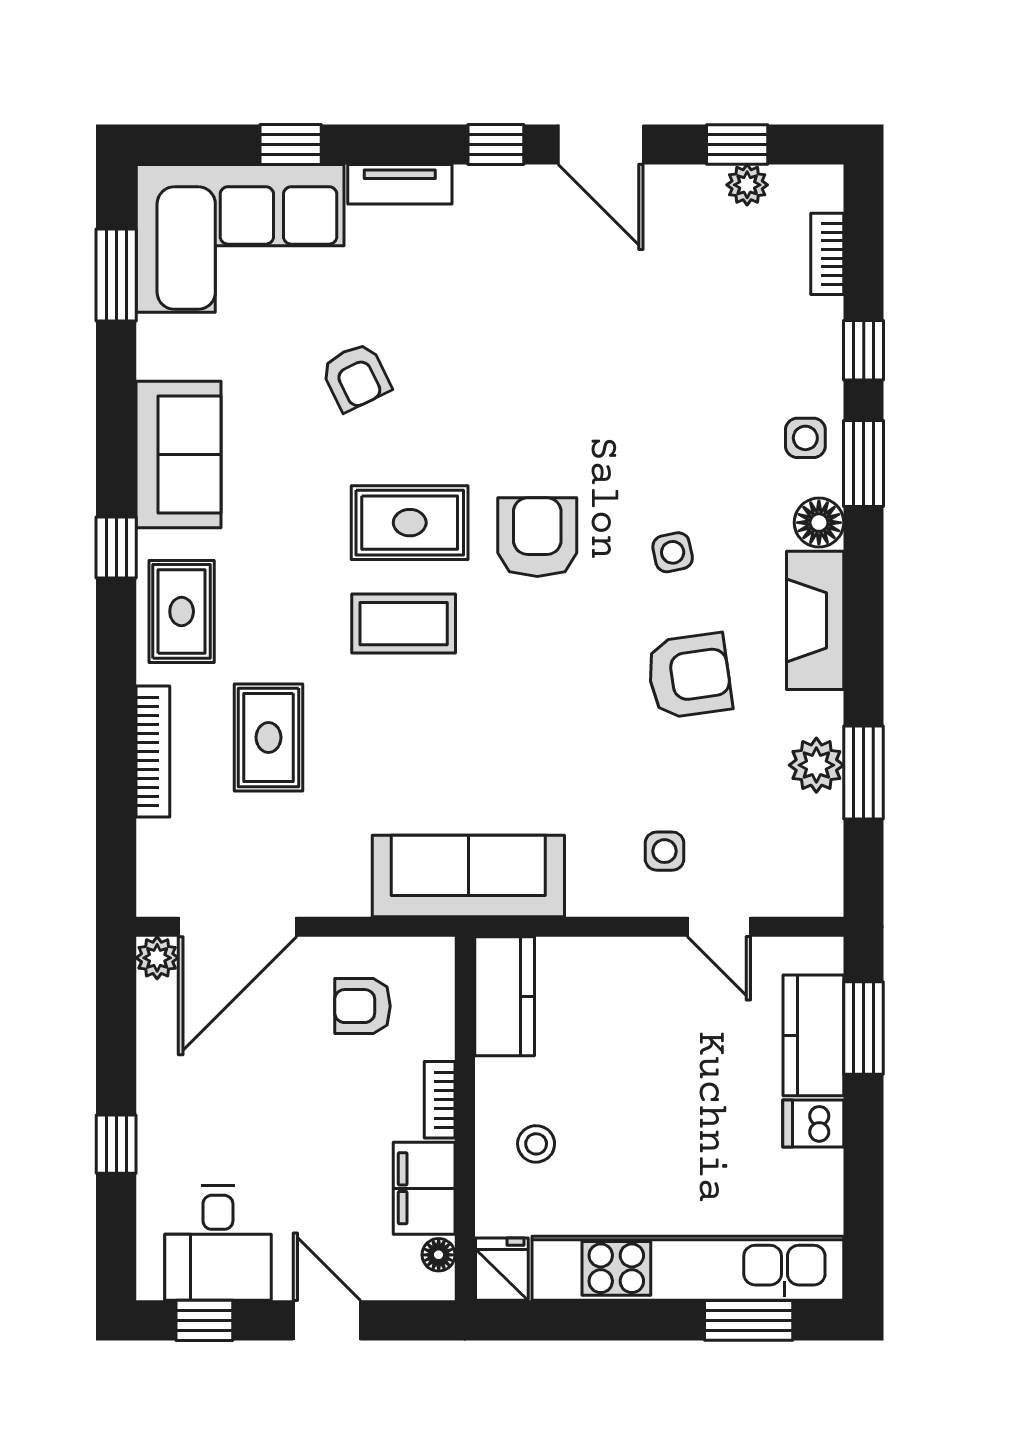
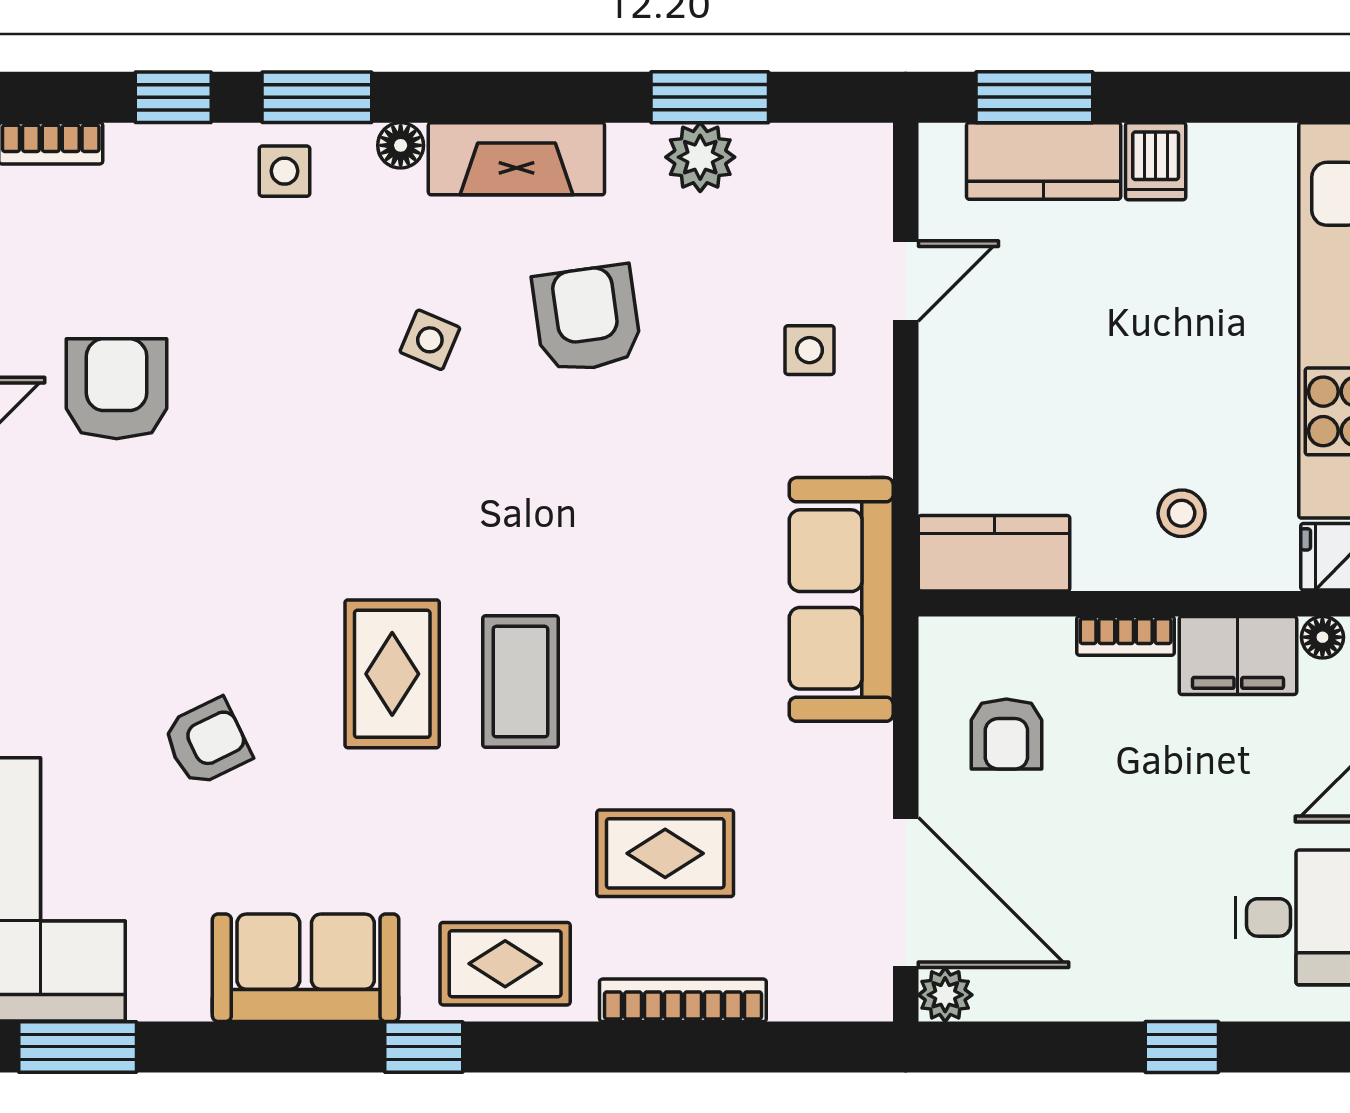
floor lamp: (819, 523) -> (401, 145), width x0.73, depth x0.73
armchair: (537, 537) -> (117, 389), moved, turned 90
side table: (673, 552) -> (430, 340), turned 35

